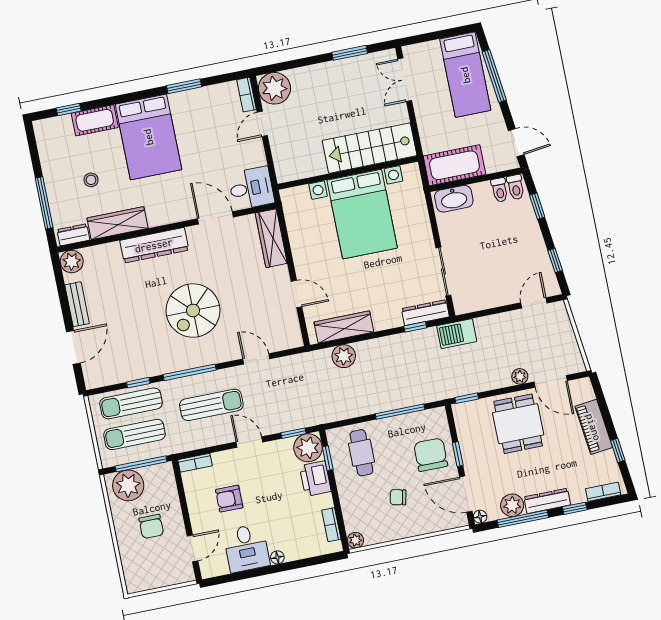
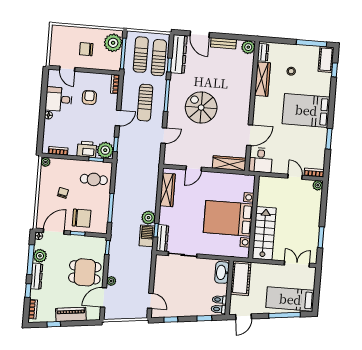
plant: (274, 88) -> (318, 185), width x0.53, depth x0.53
cot: (95, 120) -> (326, 59), moved
window: (44, 203) -> (312, 43), moved
dresser: (154, 245) -> (179, 54), moved, turned 180
barbecue: (457, 334) -> (147, 236), moved
plant: (344, 356) -> (148, 218), moved

